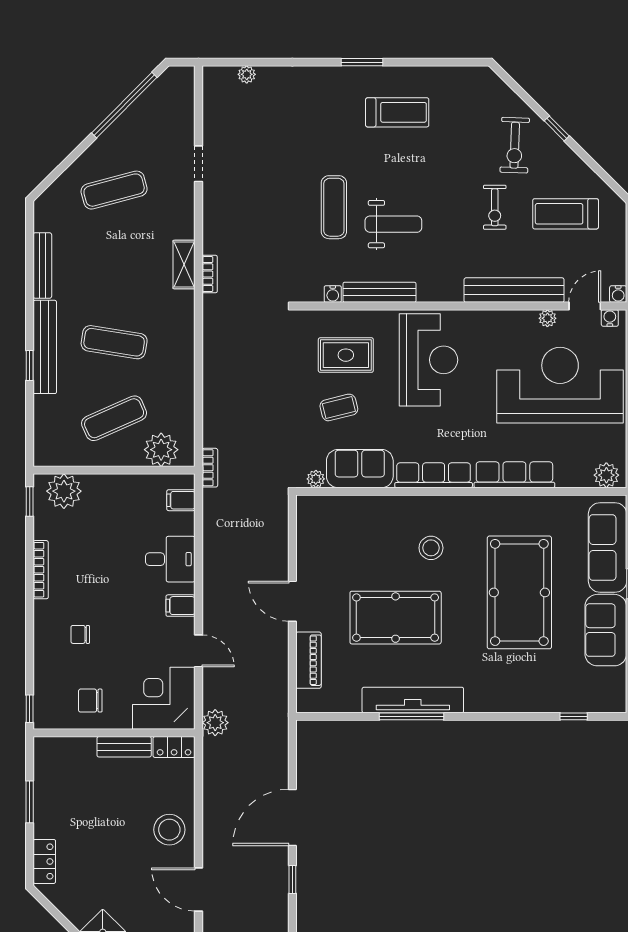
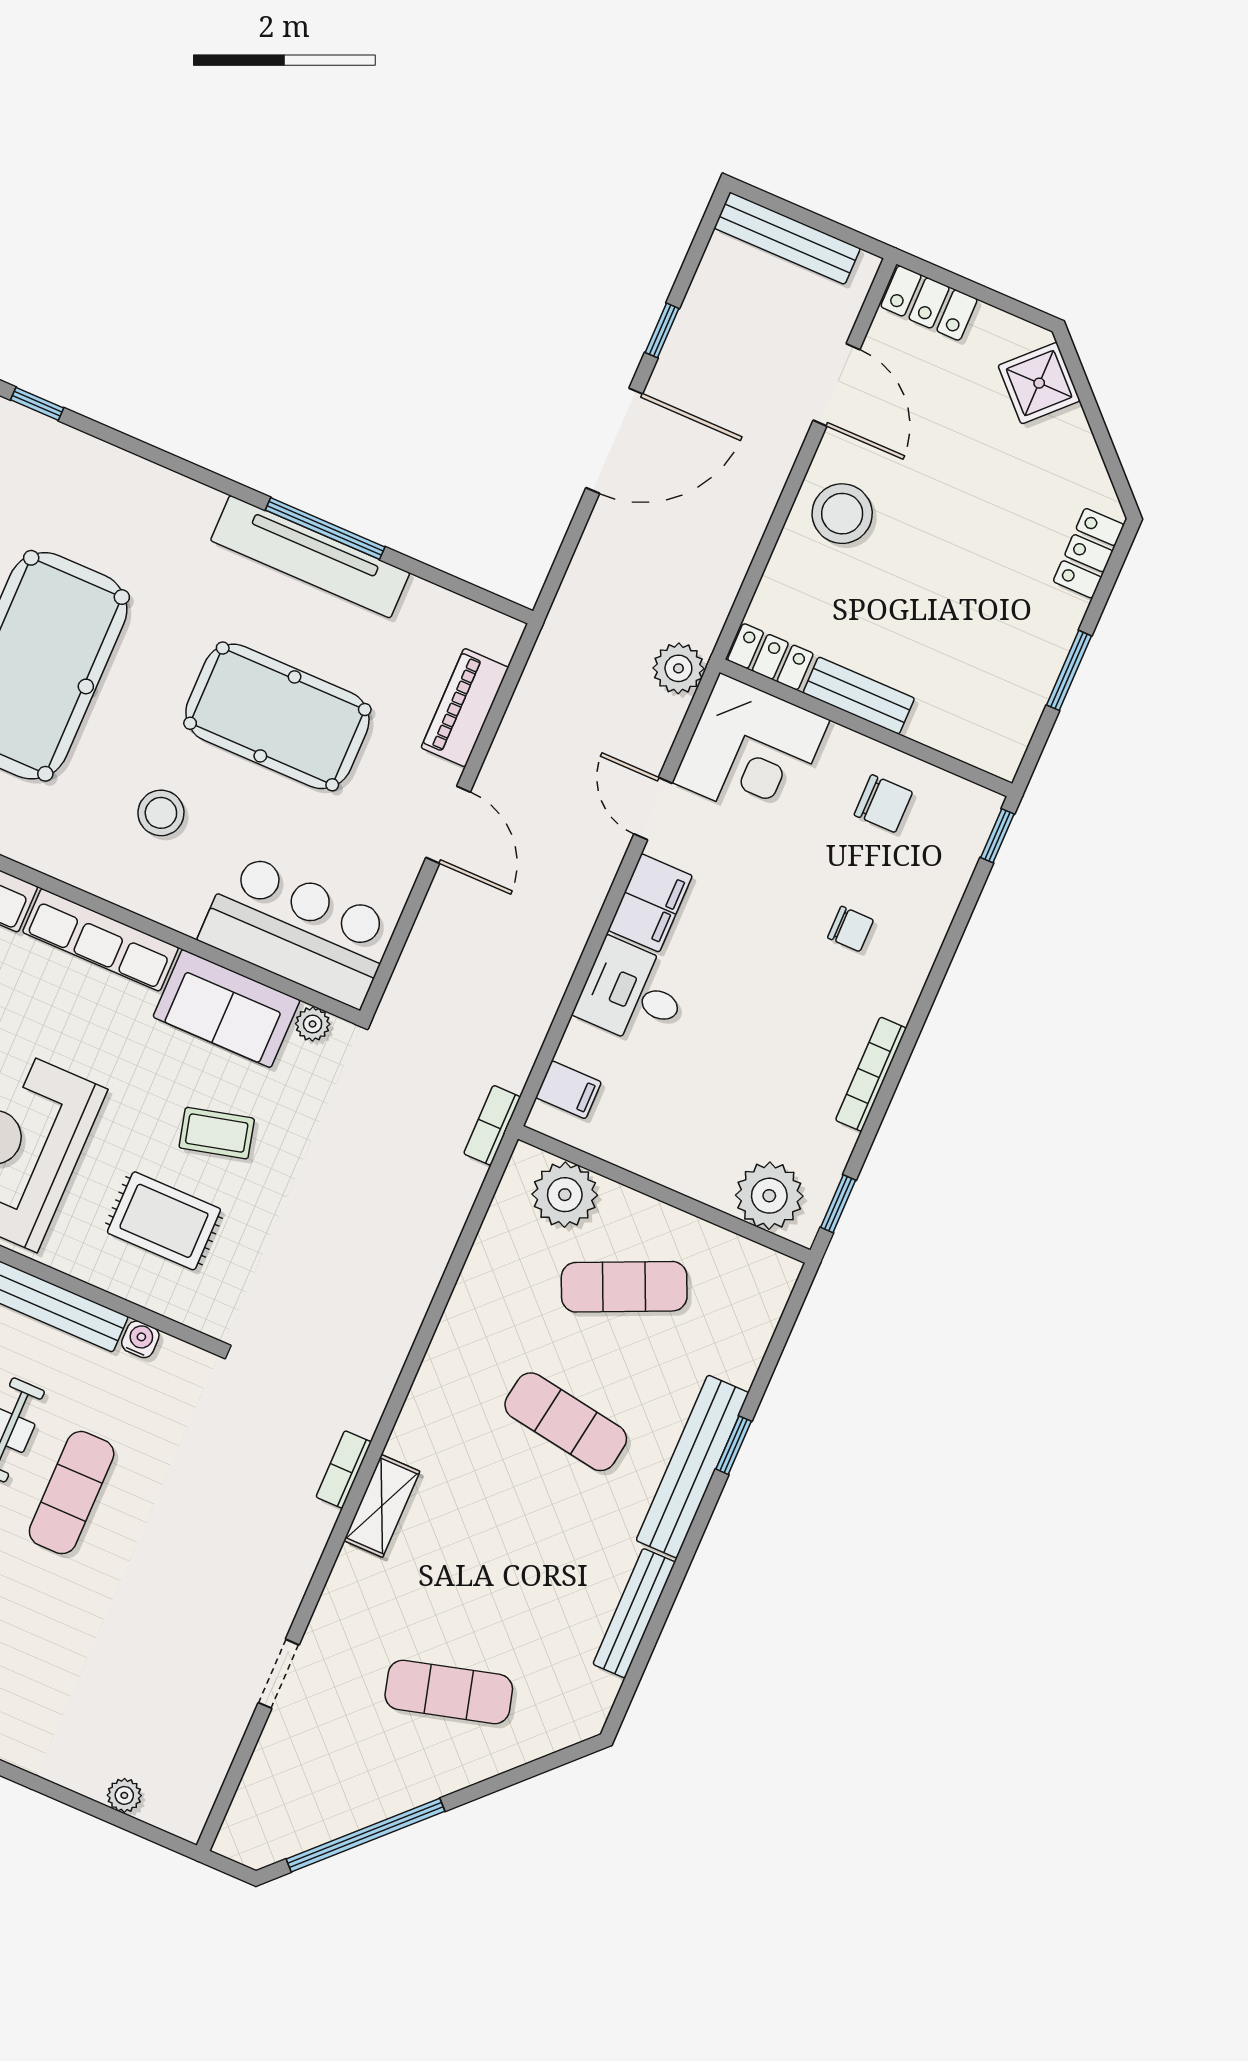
bar counter: (342, 520) -> (298, 930), added
filing cabinet: (181, 606) -> (650, 903), width x2.00

